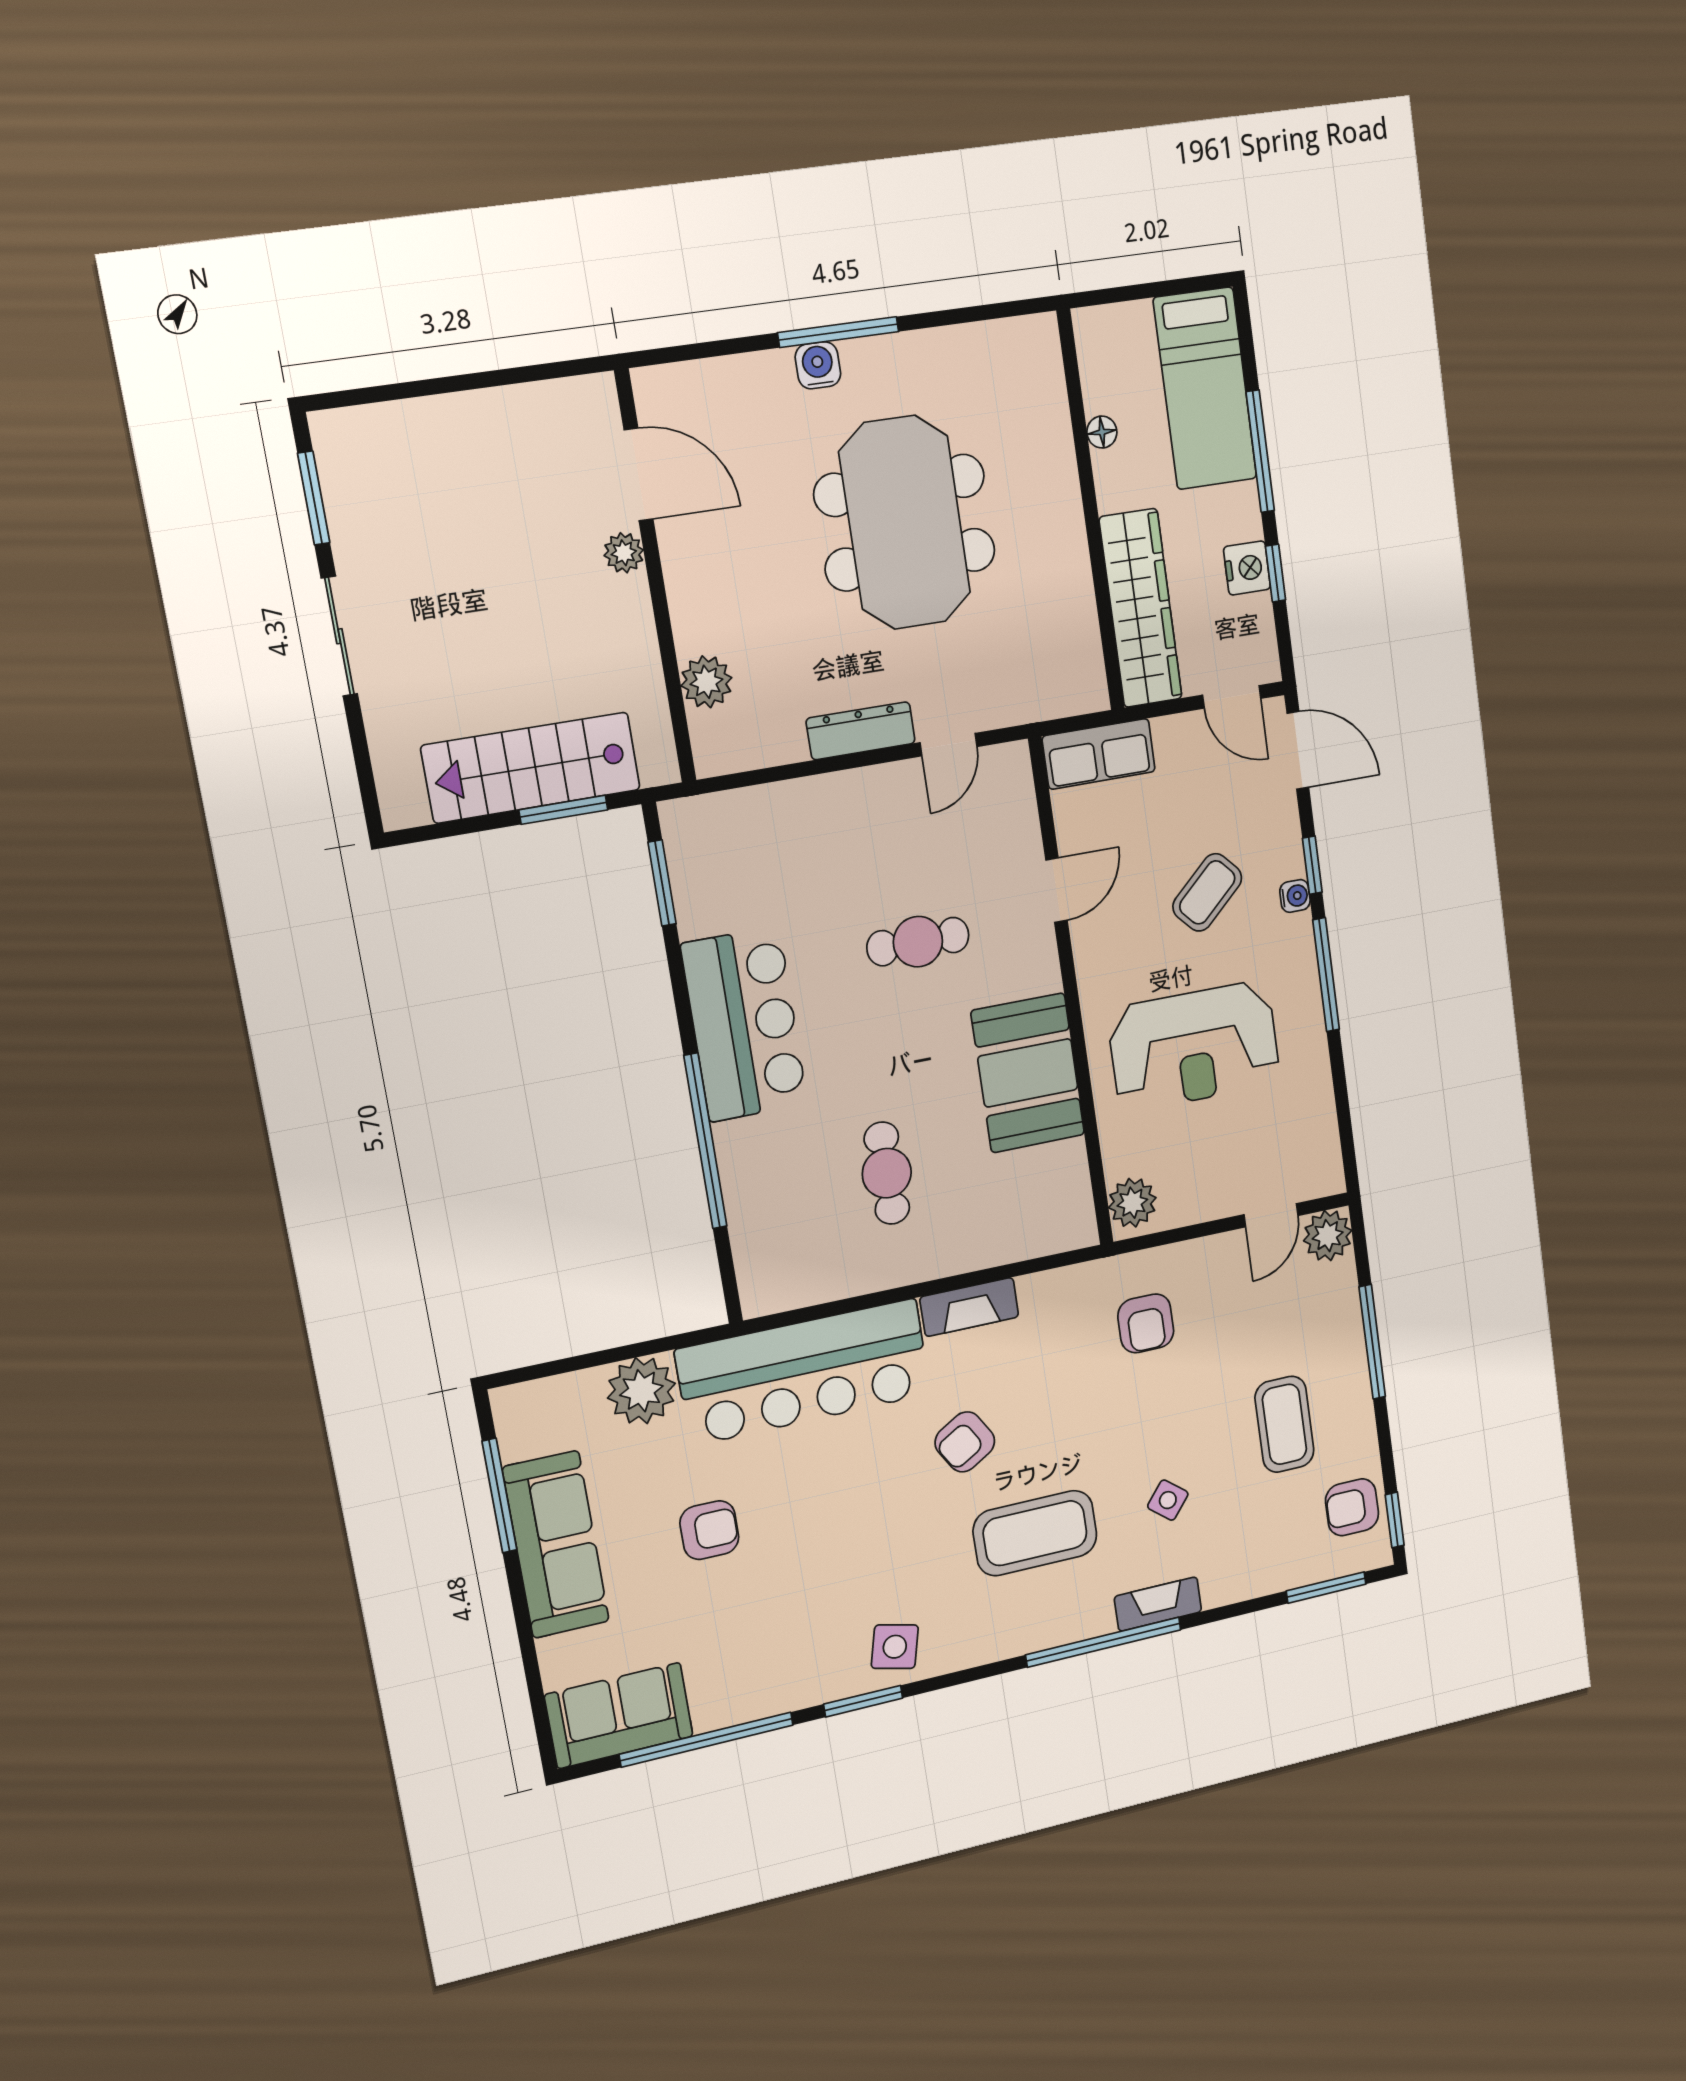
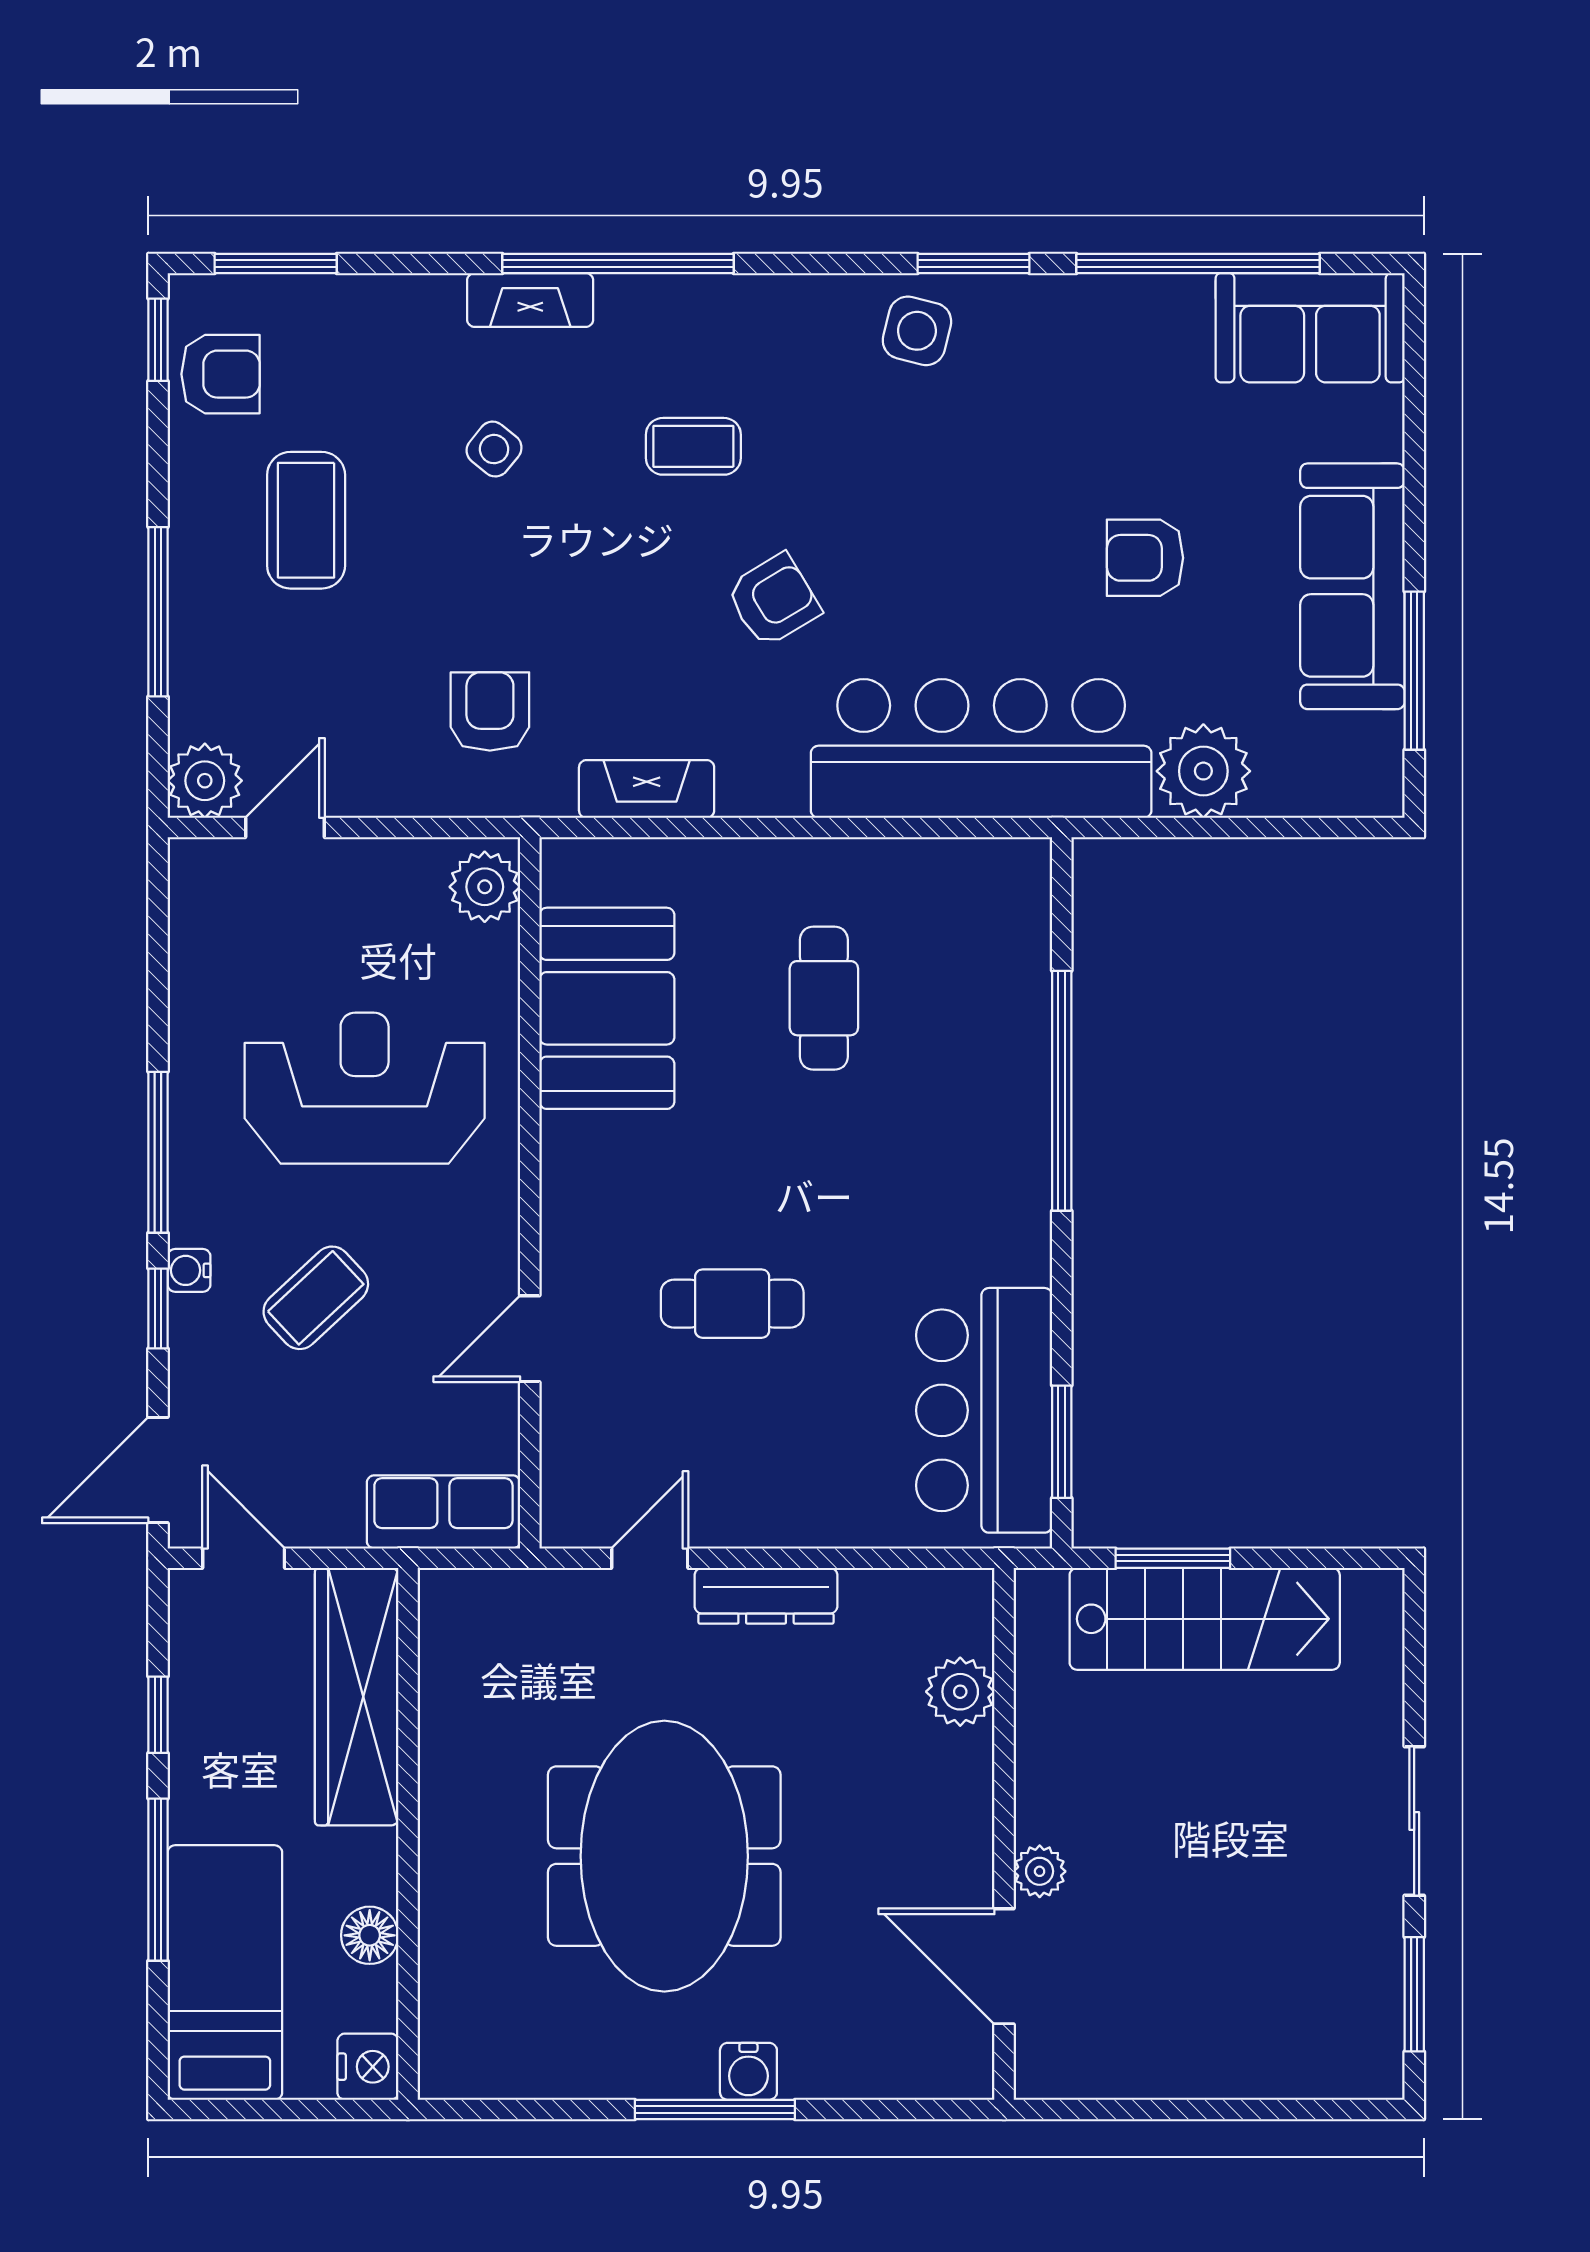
floor lamp: (1102, 432) -> (370, 1935), width x1.37, depth x1.37
nightstand: (1247, 568) -> (368, 2067), moved, turned 180
door: (1298, 750) -> (158, 1470), hinge flipped
bar counter: (744, 1024) -> (984, 1410), moved
booth: (1028, 1073) -> (607, 1008), moved
fireplace: (969, 1307) -> (647, 789), moved
coffee table: (1035, 1533) -> (693, 446), width x0.54, depth x0.58

